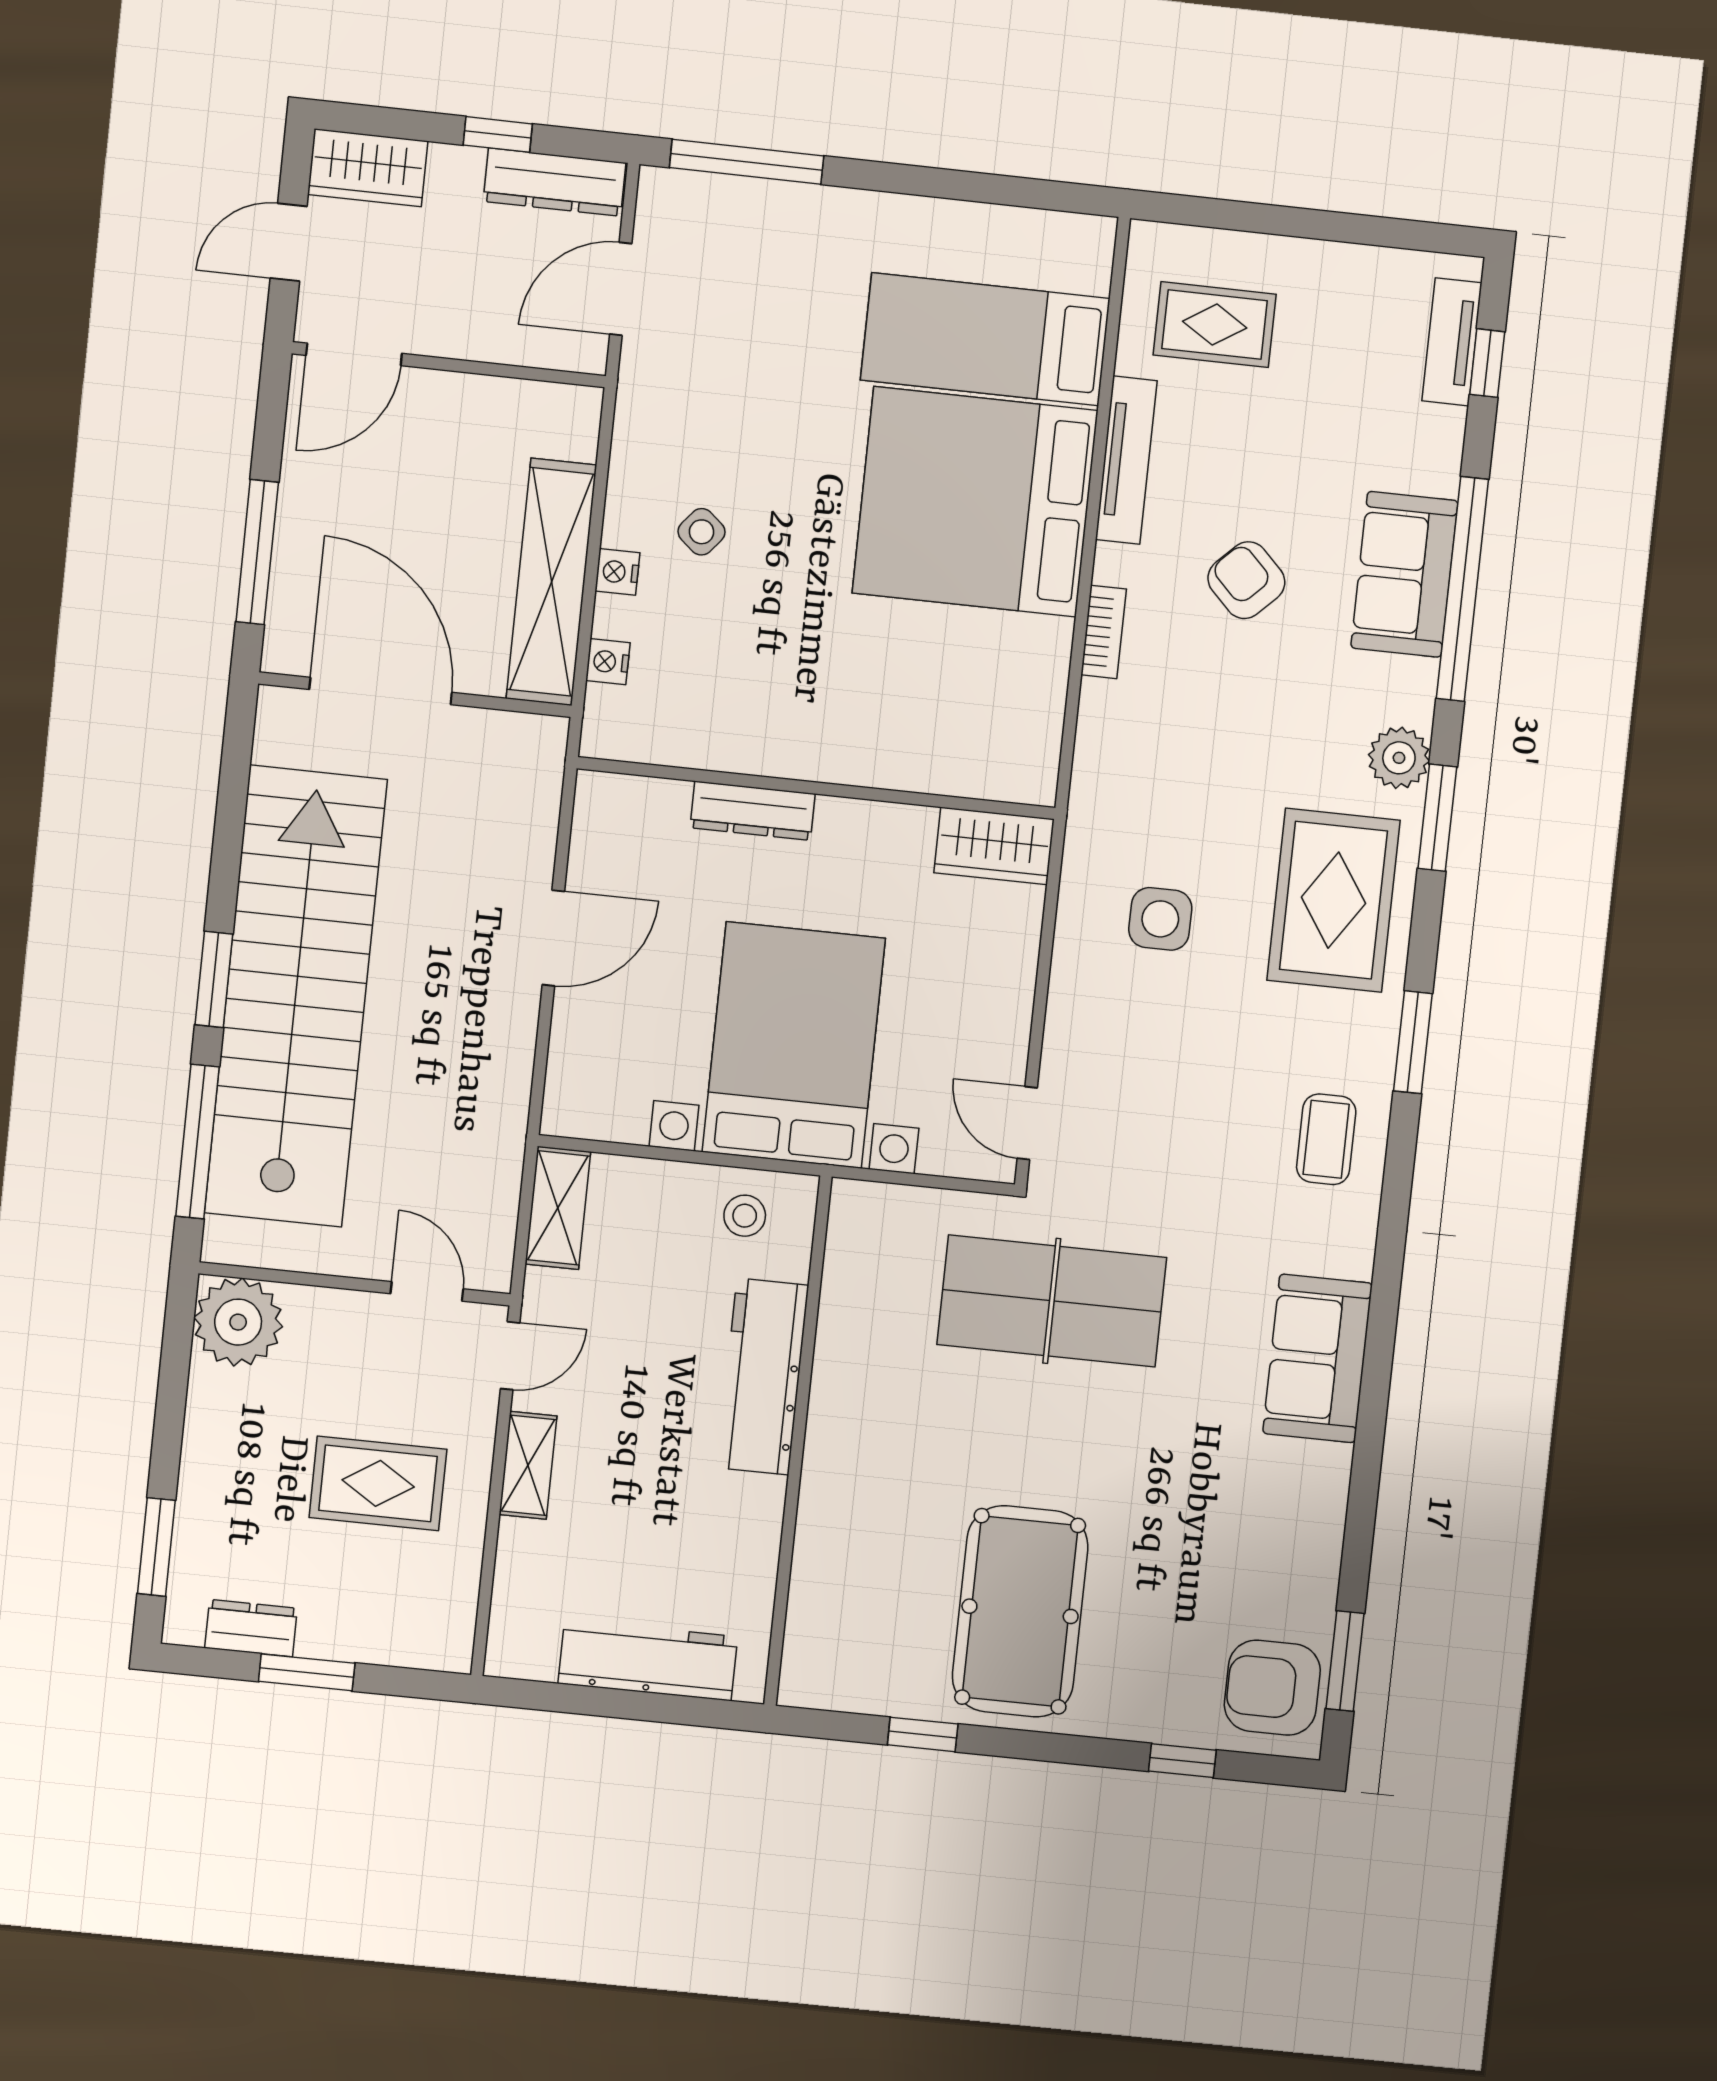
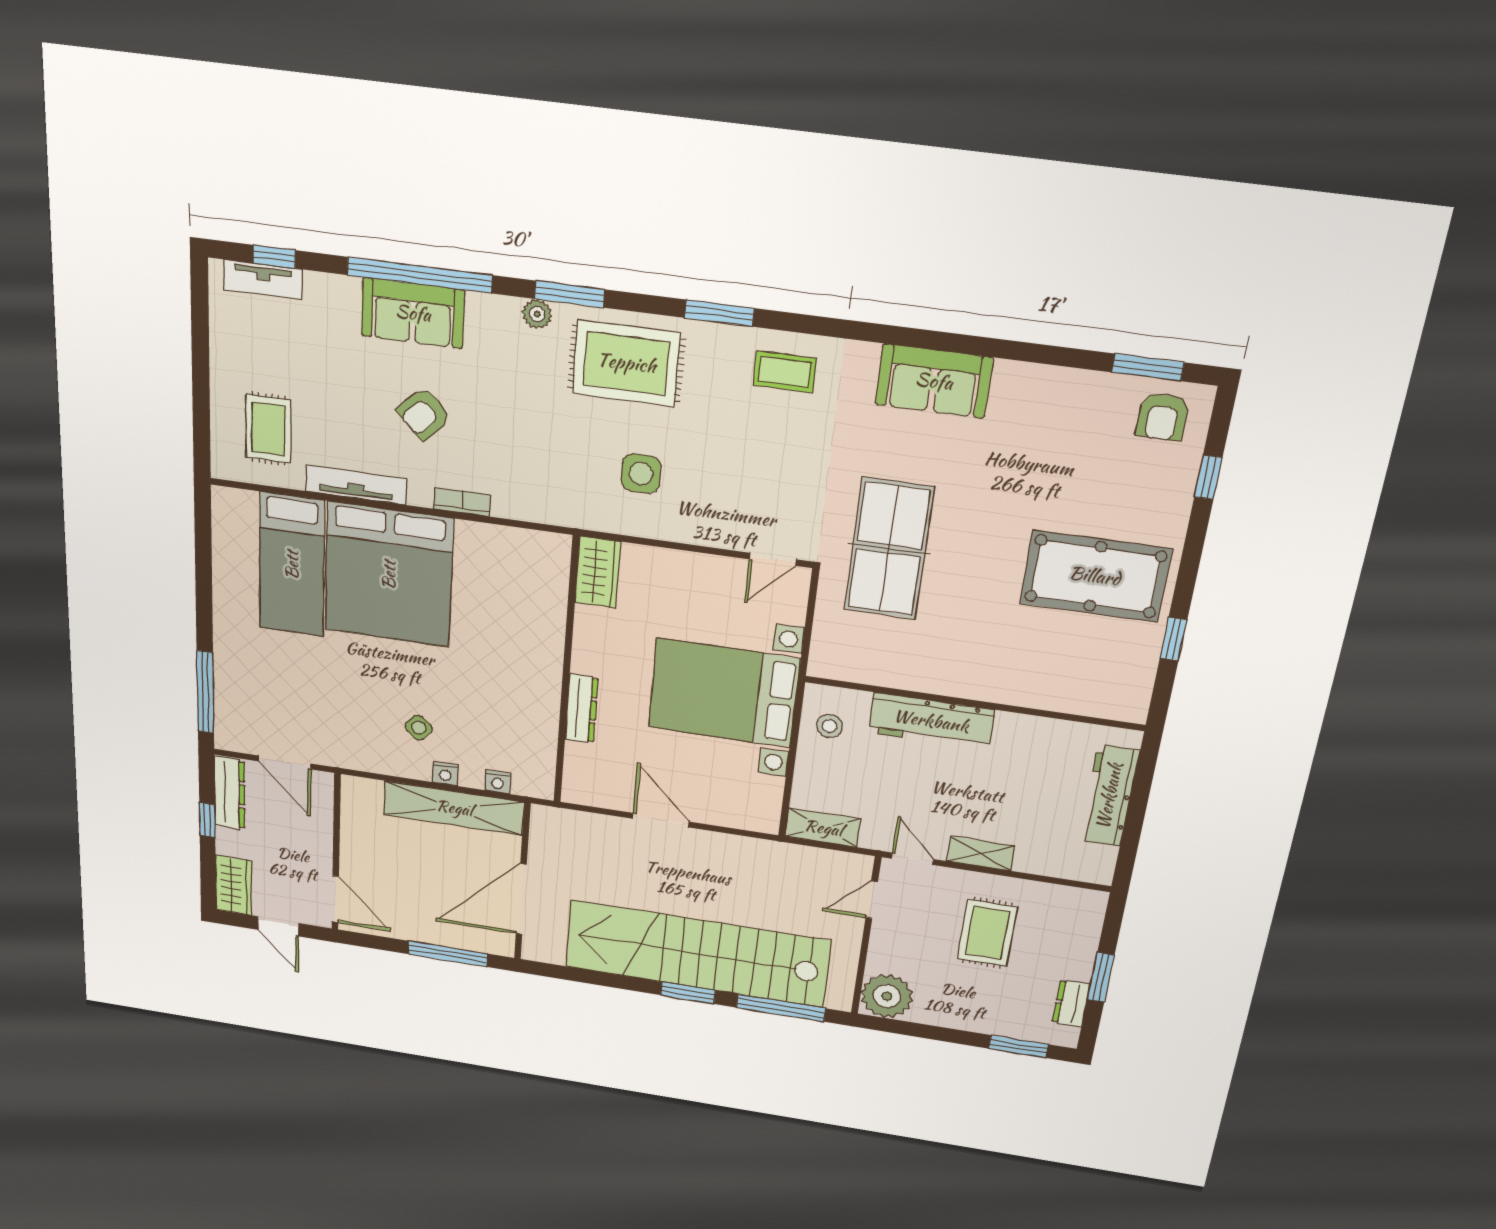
plant: (1399, 758) -> (537, 314), width x0.73, depth x0.73
armchair: (1272, 1688) -> (1162, 417), width x0.72, depth x0.72

